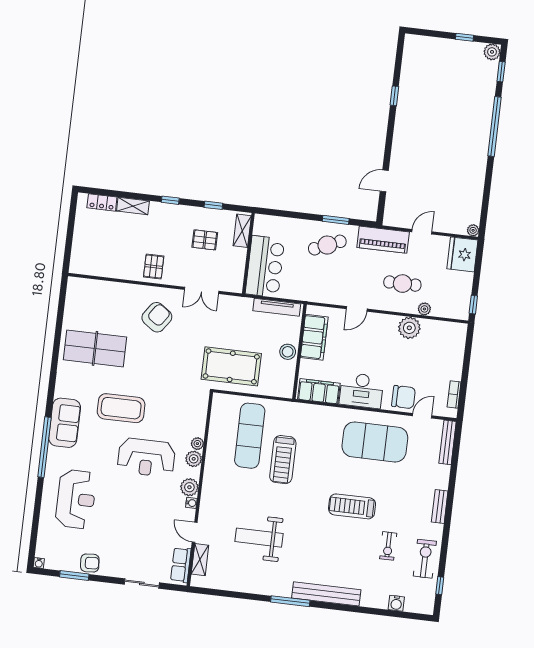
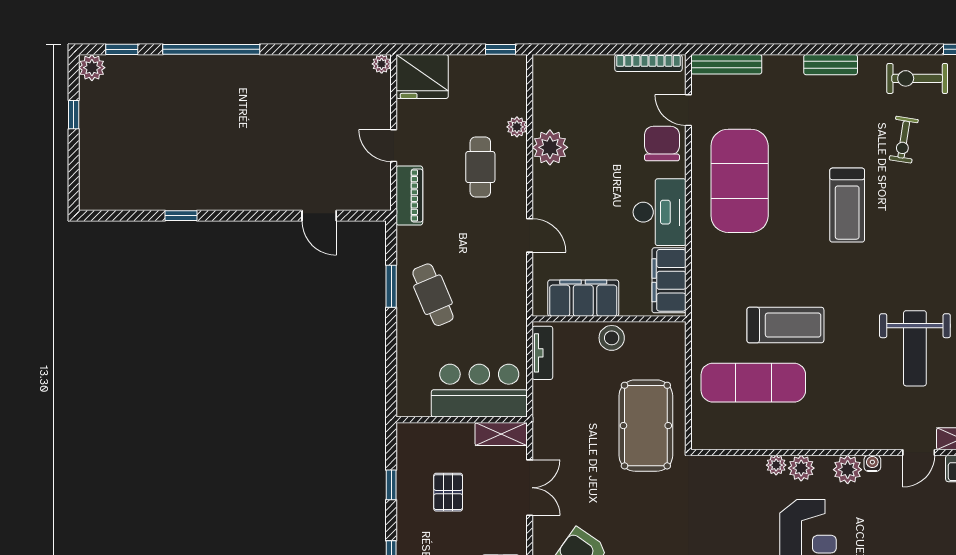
shelving: (242, 231) -> (501, 434), moved
piano: (383, 240) -> (409, 196), width x0.73, depth x0.75
tv unit: (277, 307) -> (542, 353), width x0.71
bookcase: (454, 395) -> (648, 63), width x1.56
exercise bike: (388, 546) -> (904, 140), turned 99

